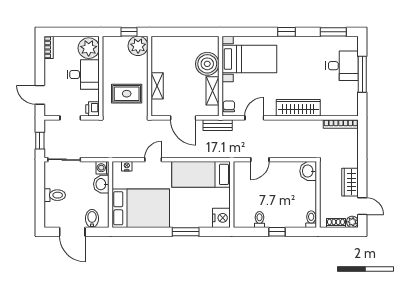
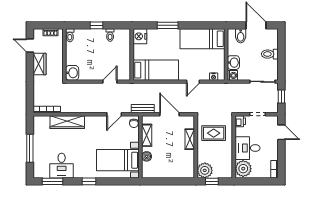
boiler: (207, 64) -> (147, 156), width x0.54, depth x0.54
desk: (342, 66) -> (62, 166), moved, turned -90
wardrobe: (298, 108) -> (67, 122), moved
bed: (141, 208) -> (203, 39), width x0.67
plant: (352, 222) -> (38, 33), removed

